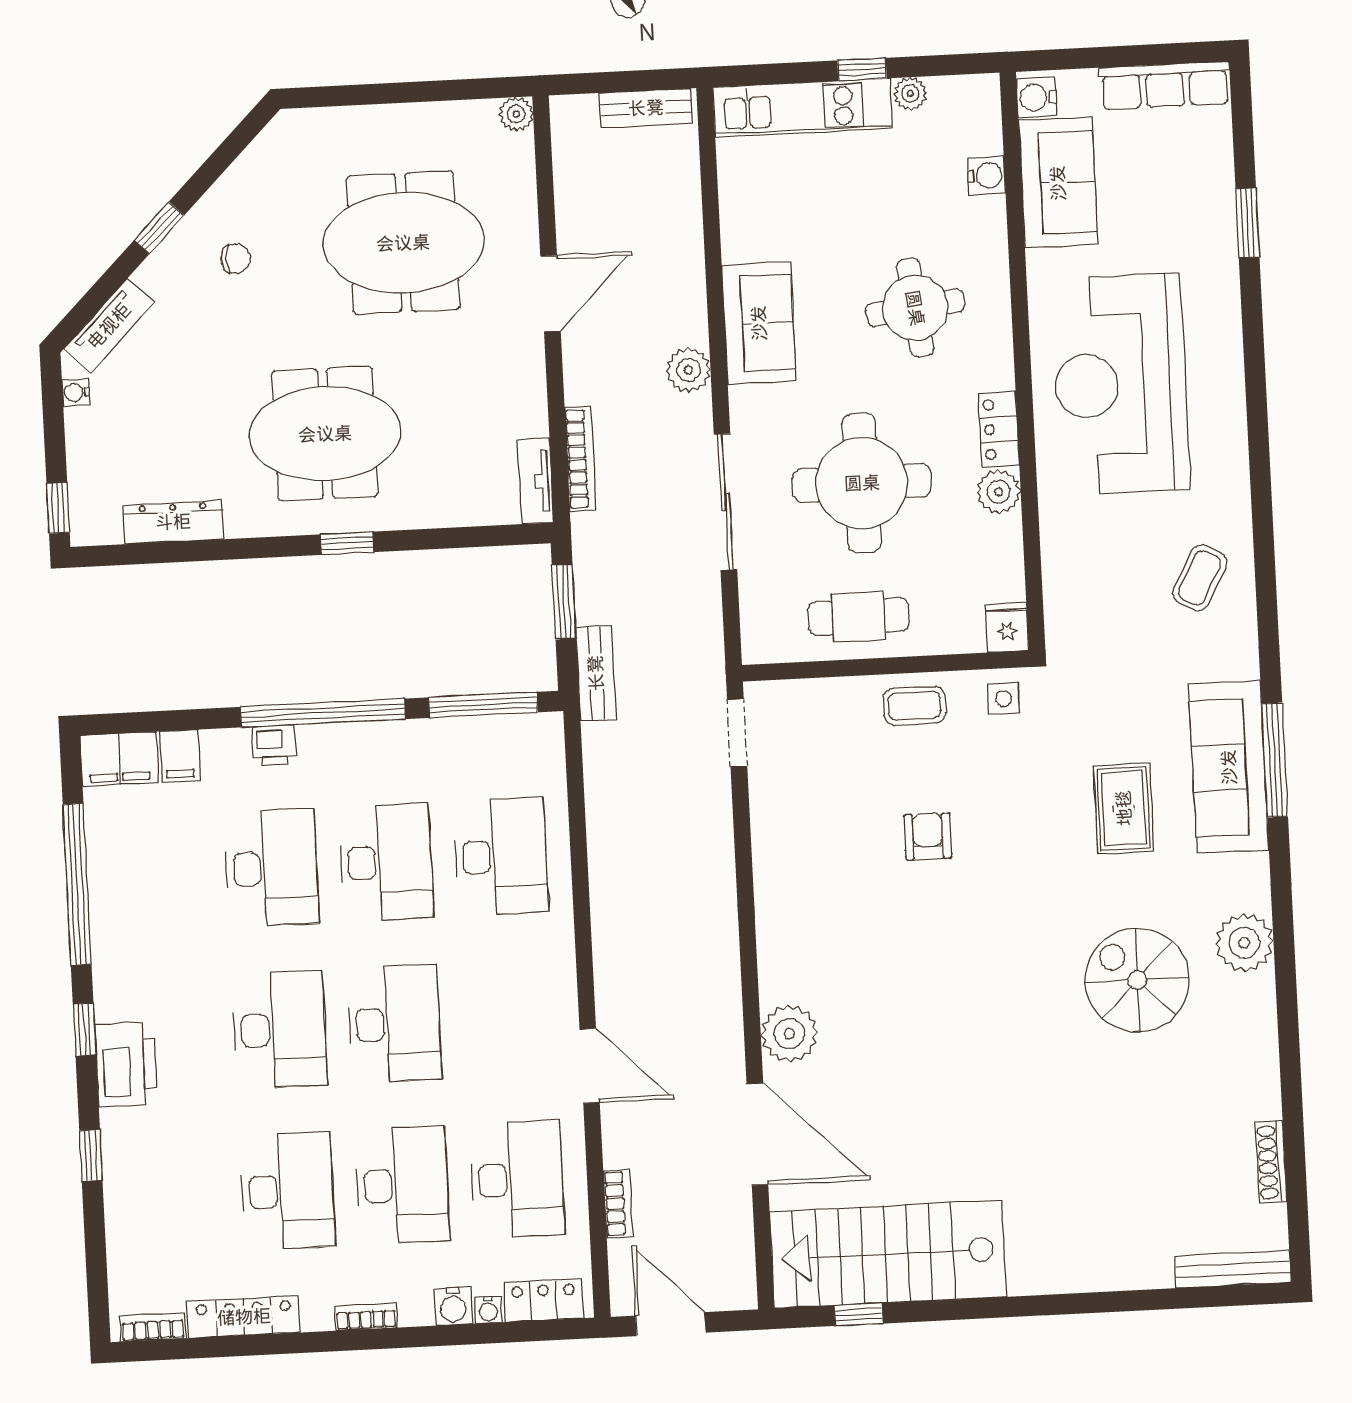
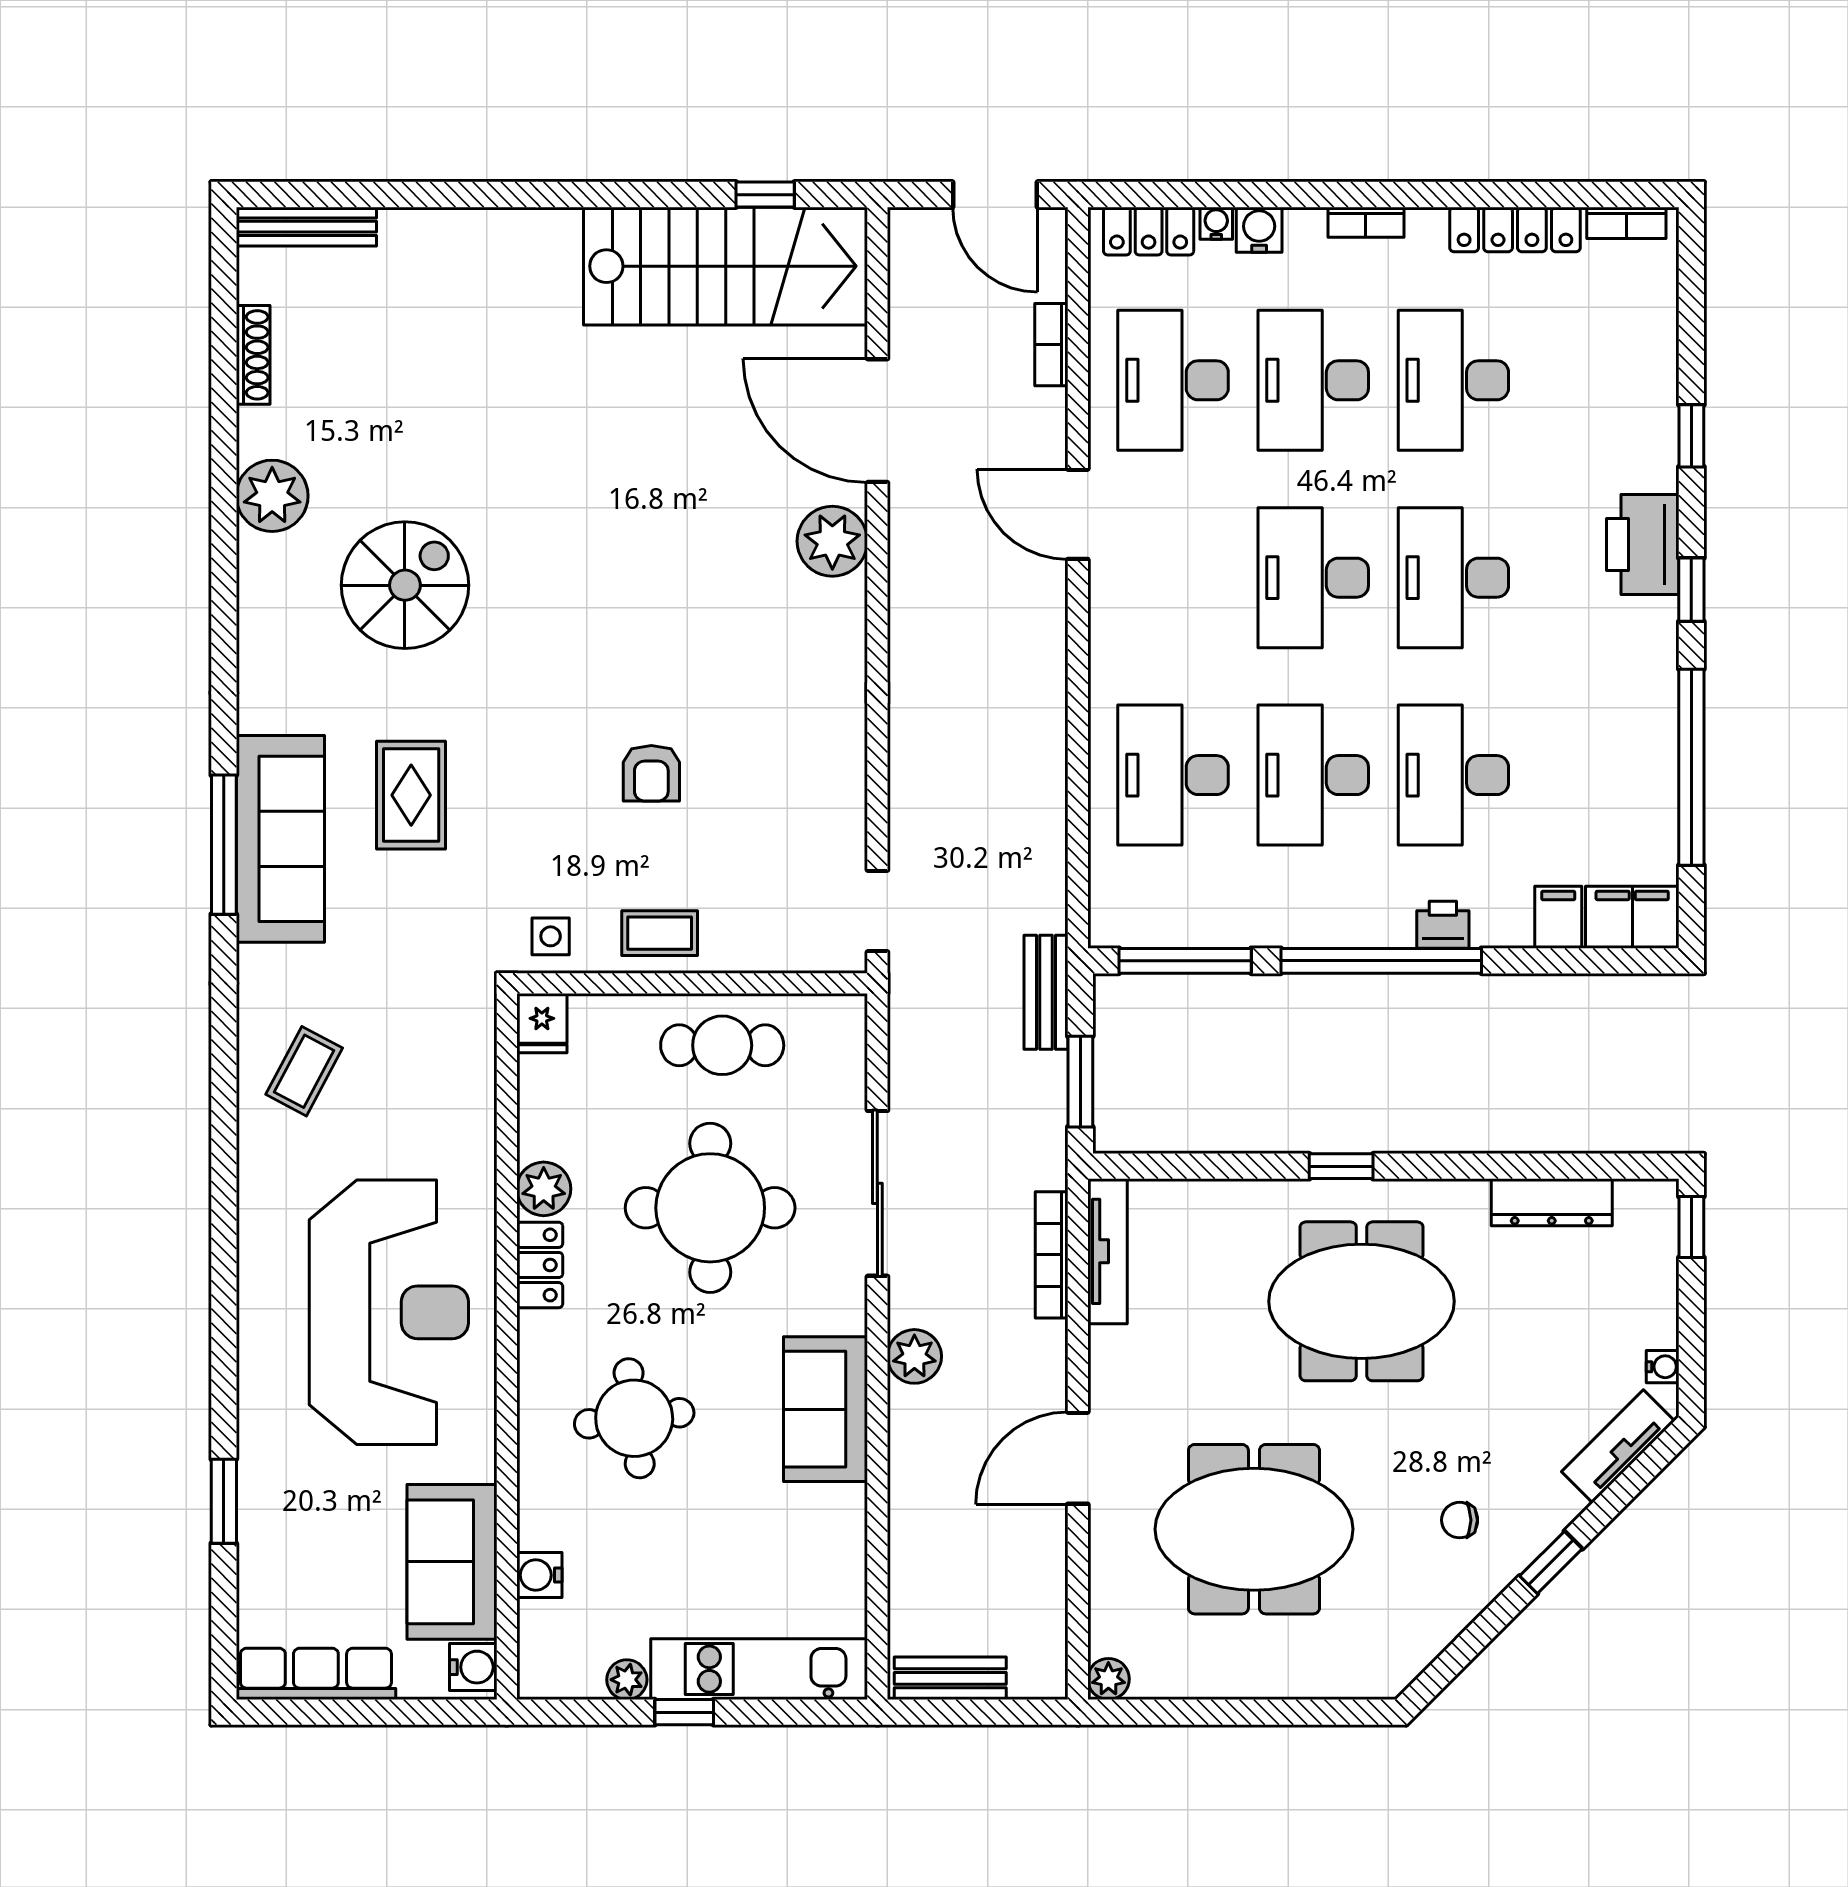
tv unit: (536, 481) -> (1107, 1251), width x1.41
plant: (1244, 943) -> (272, 496), moved
spiral stairs: (1137, 980) -> (405, 585), turned -90

